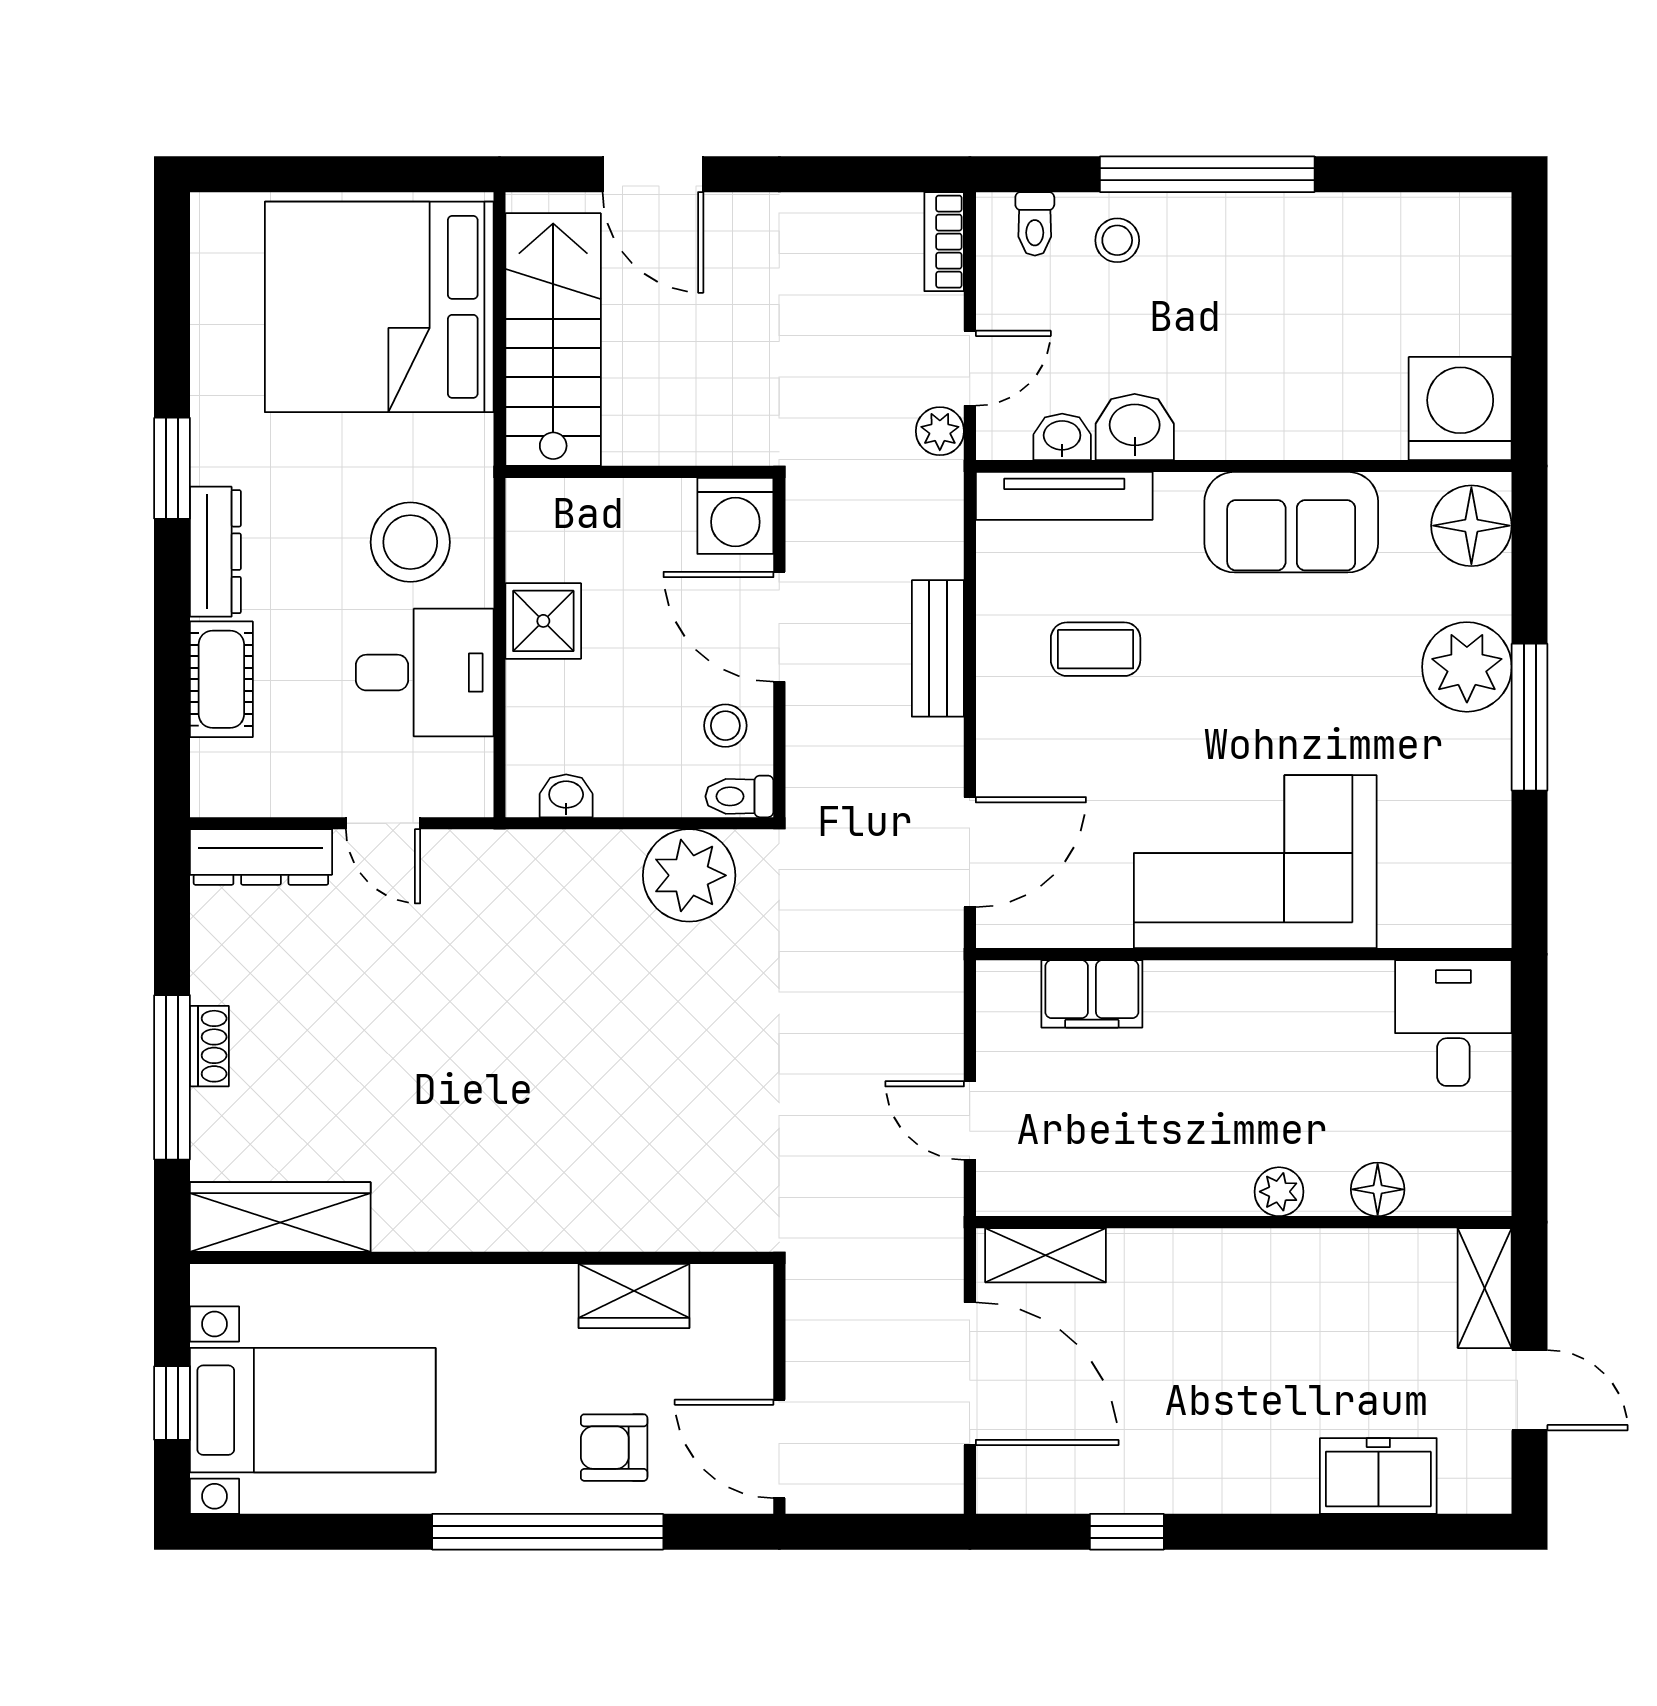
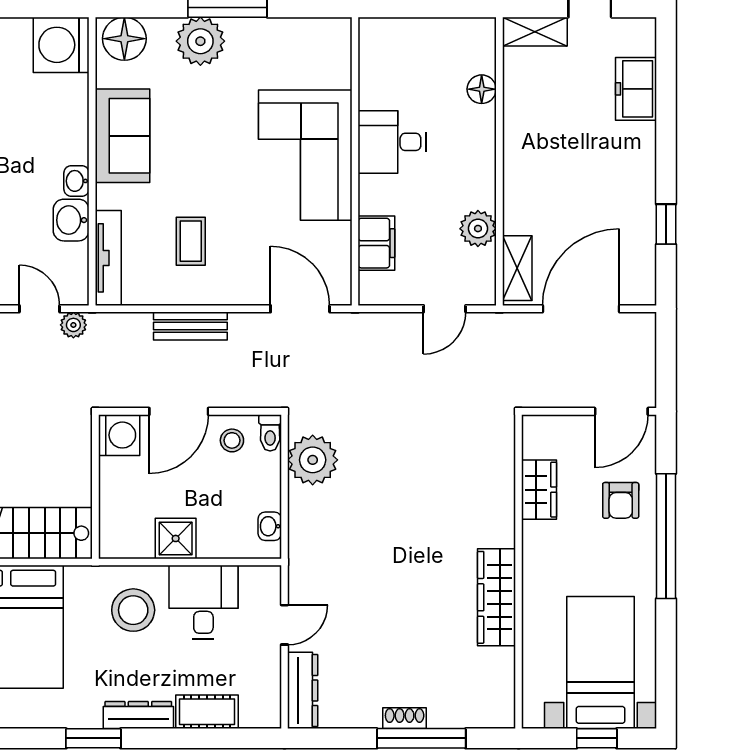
washbasin: (1062, 437) -> (76, 181), moved
desk: (1453, 1023) -> (392, 142), moved
plant: (1279, 1192) -> (478, 229), moved, width x1.38, depth x1.38
wardrobe: (280, 1217) -> (497, 597), moved

